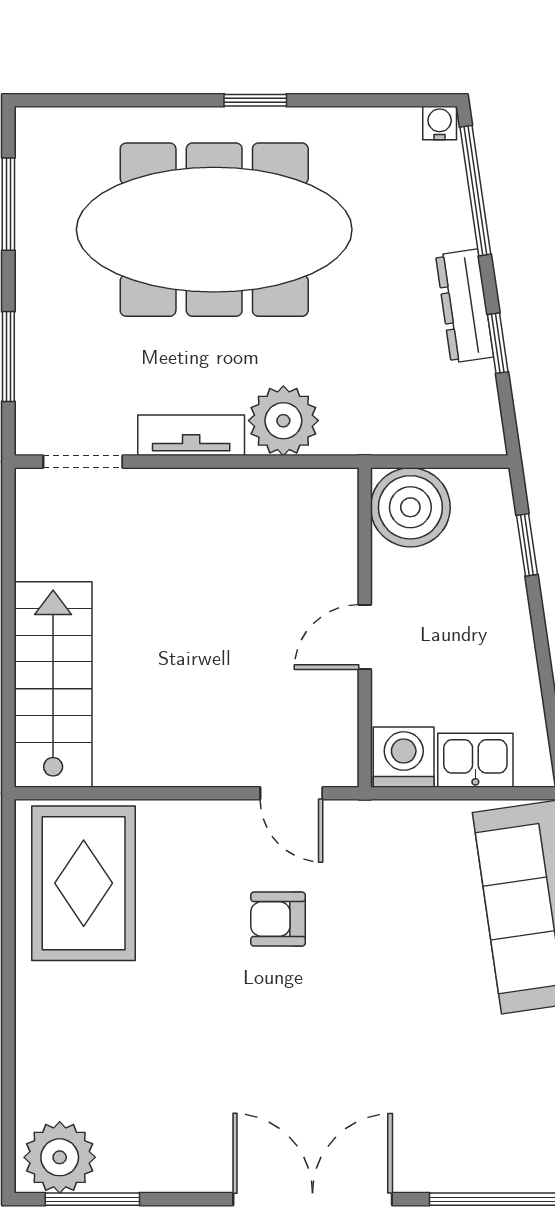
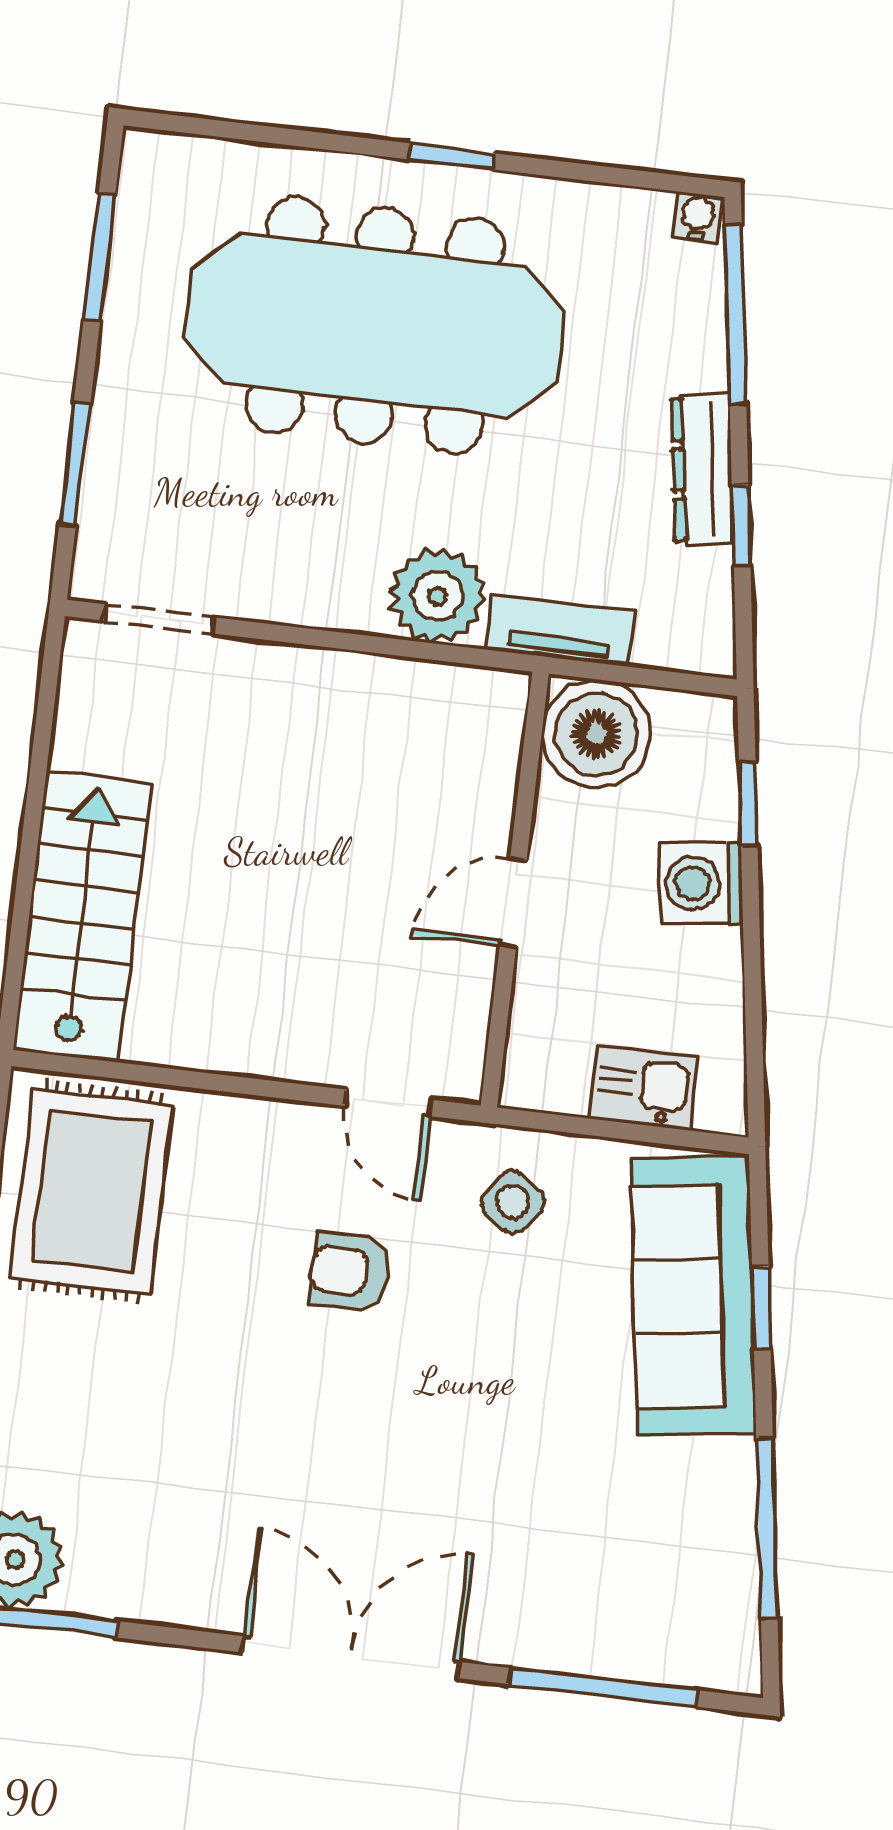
tv unit: (191, 435) -> (560, 631), moved
washing machine: (404, 757) -> (701, 883), moved, turned -98
side table: (390, 854) -> (513, 1202), added

